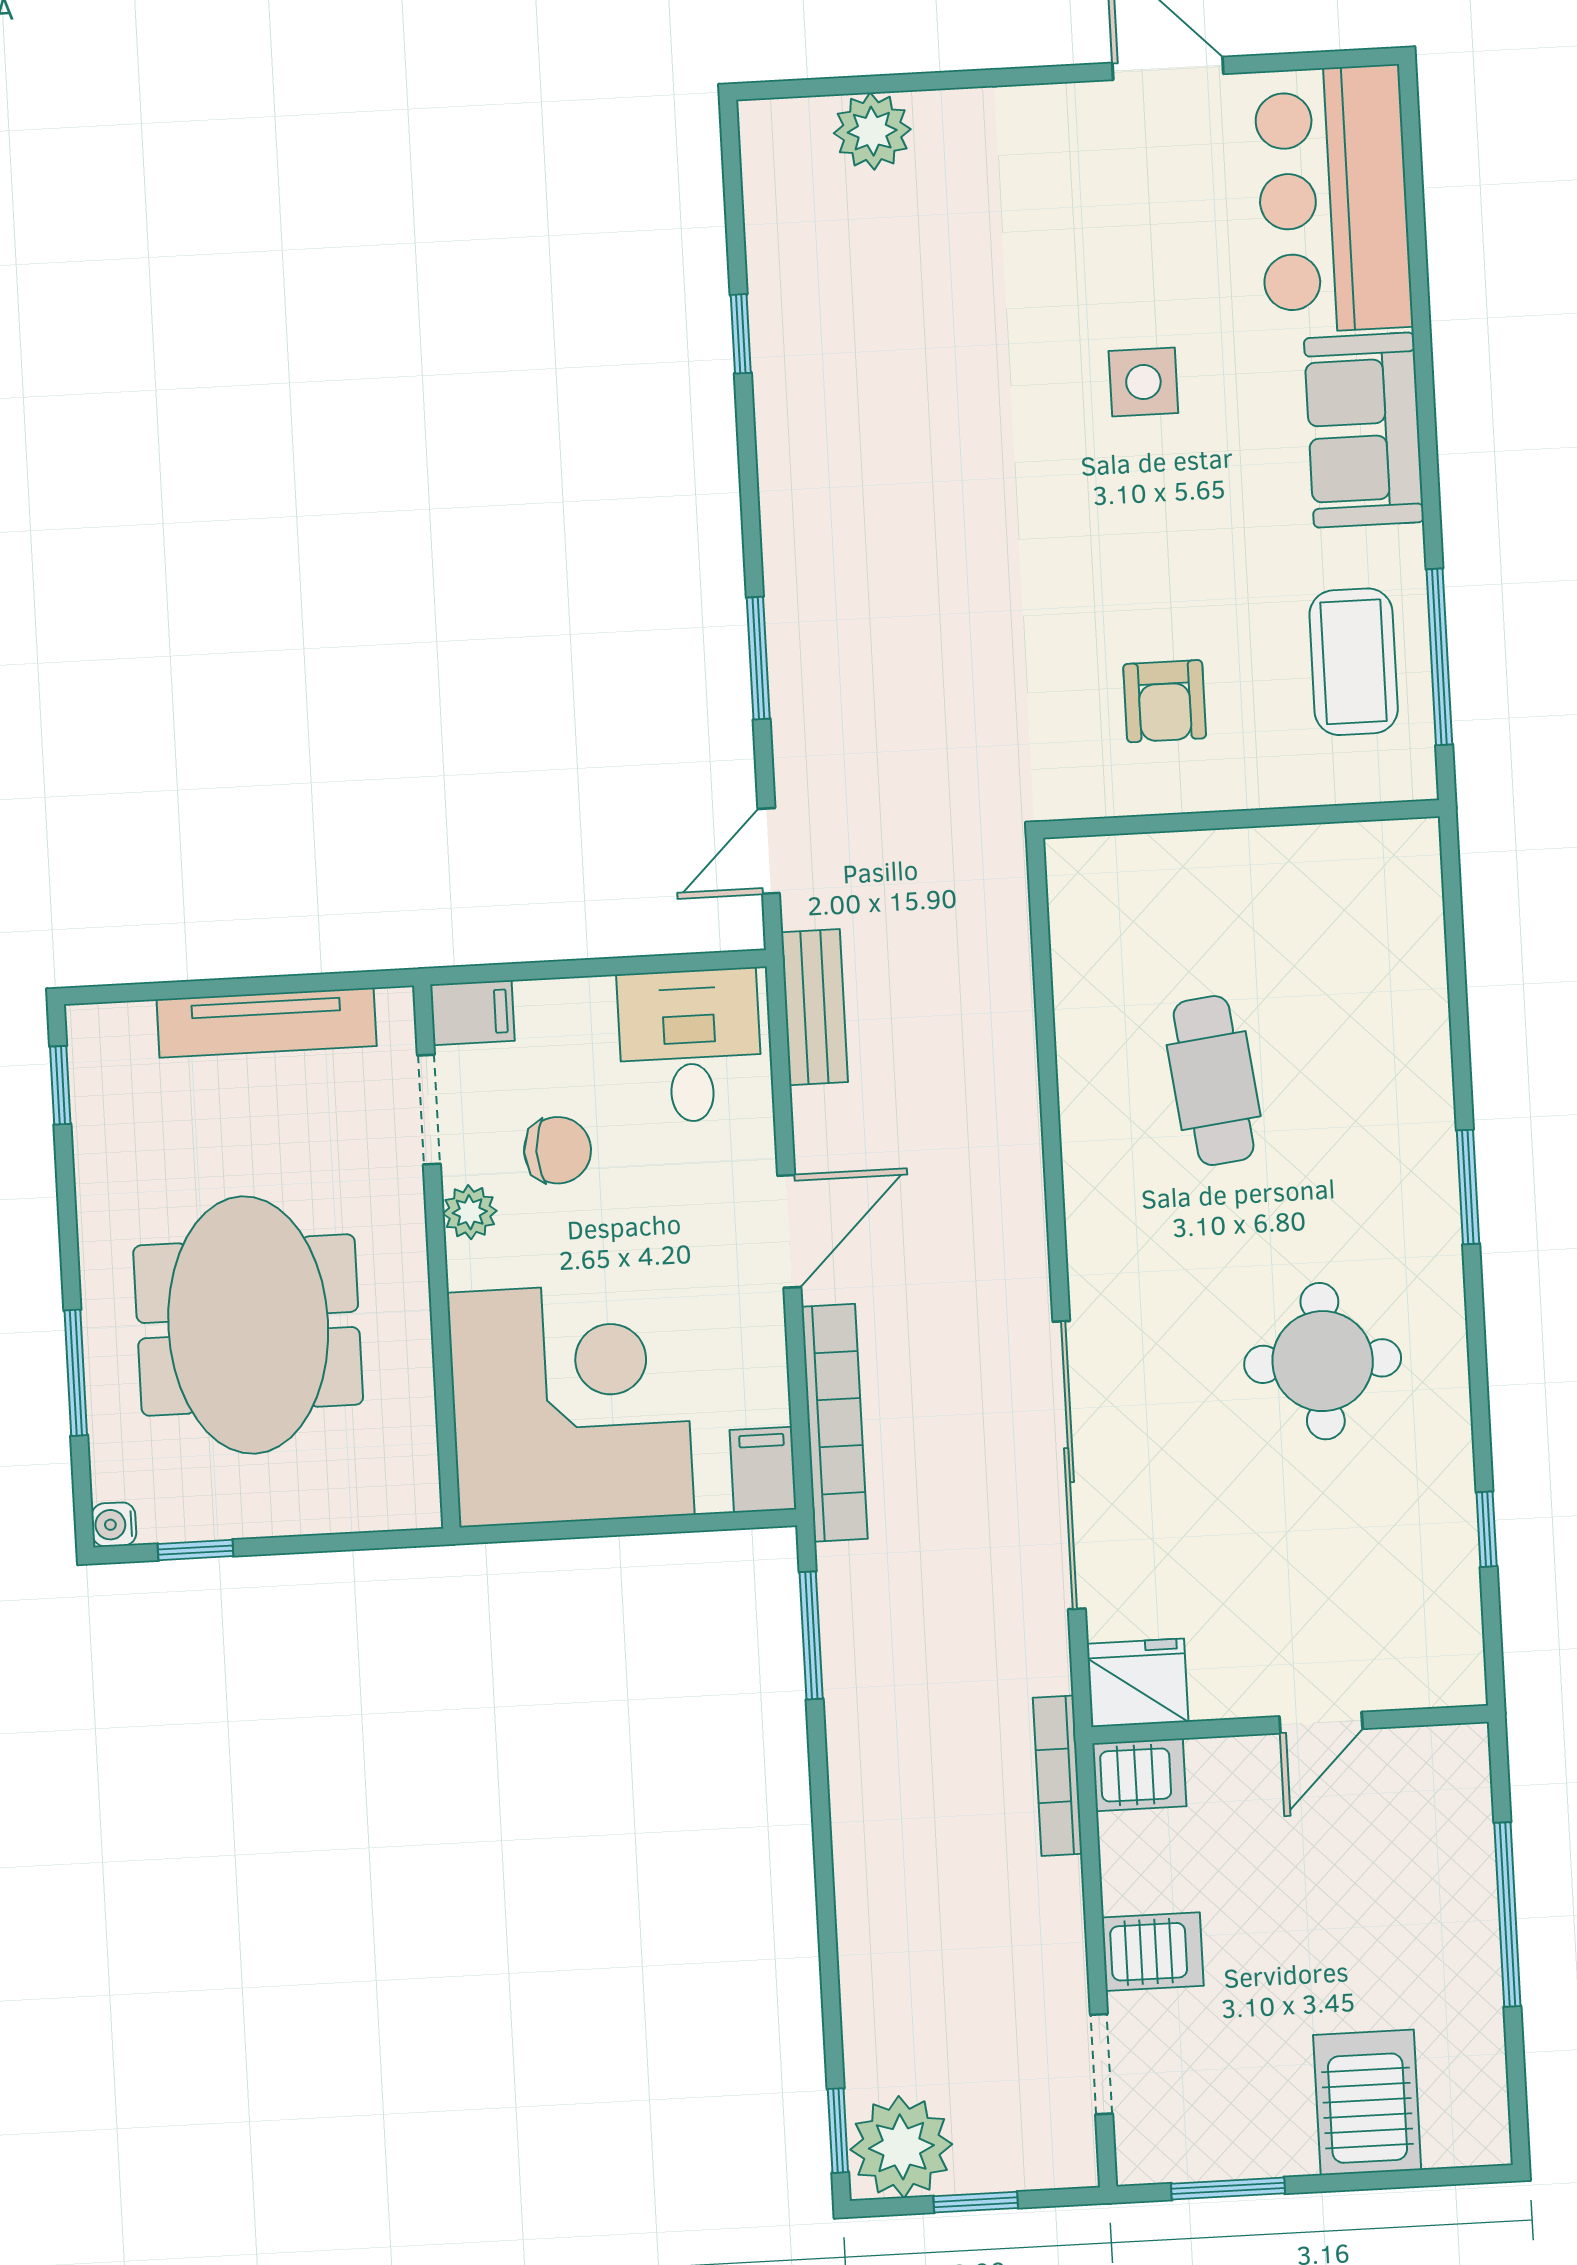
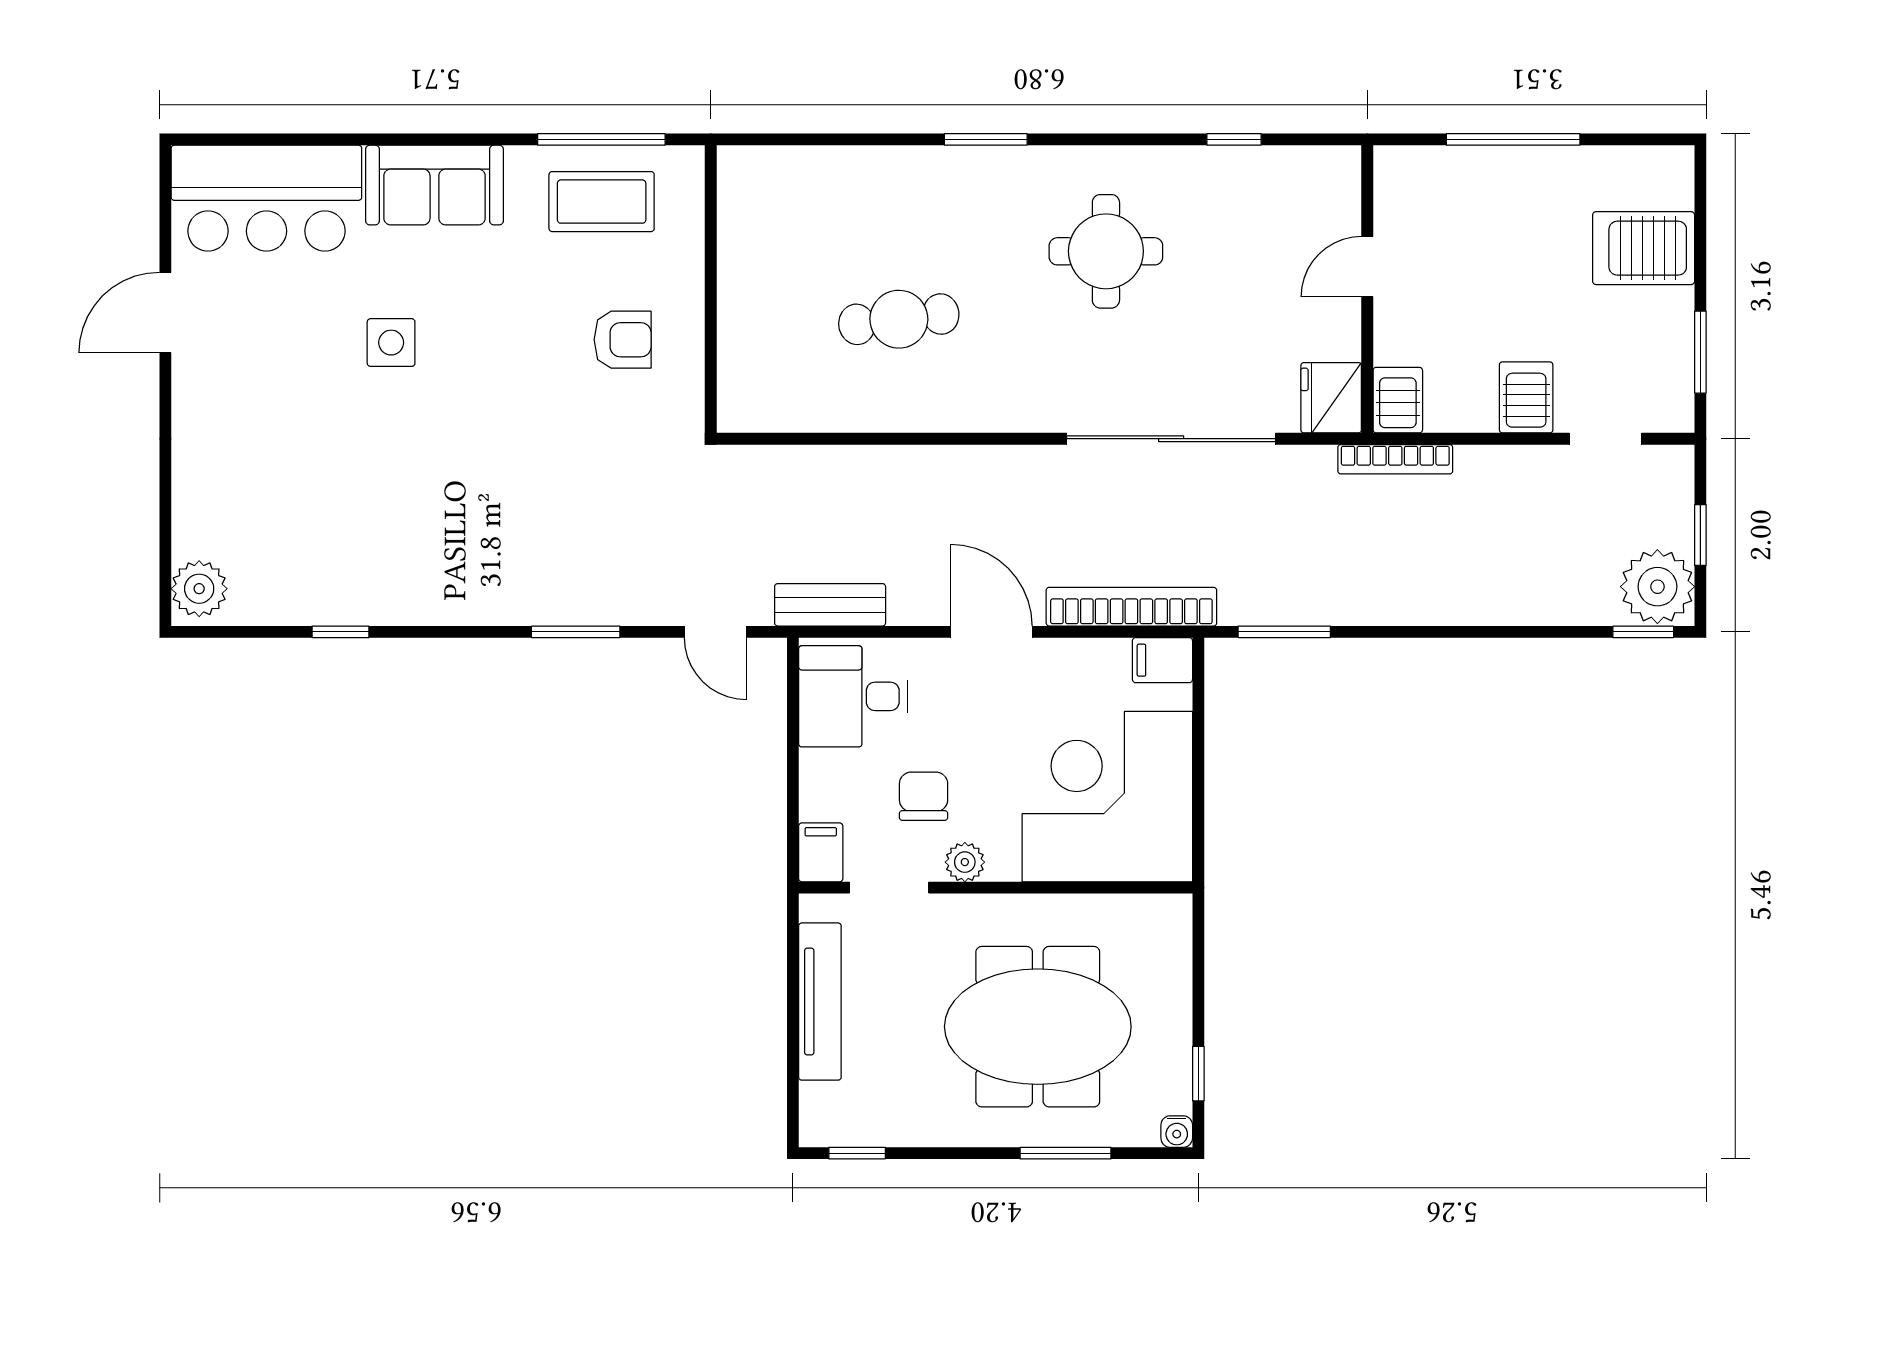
plant: (872, 131) -> (199, 589), moved
door: (1321, 1723) -> (1367, 267), swing flipped

